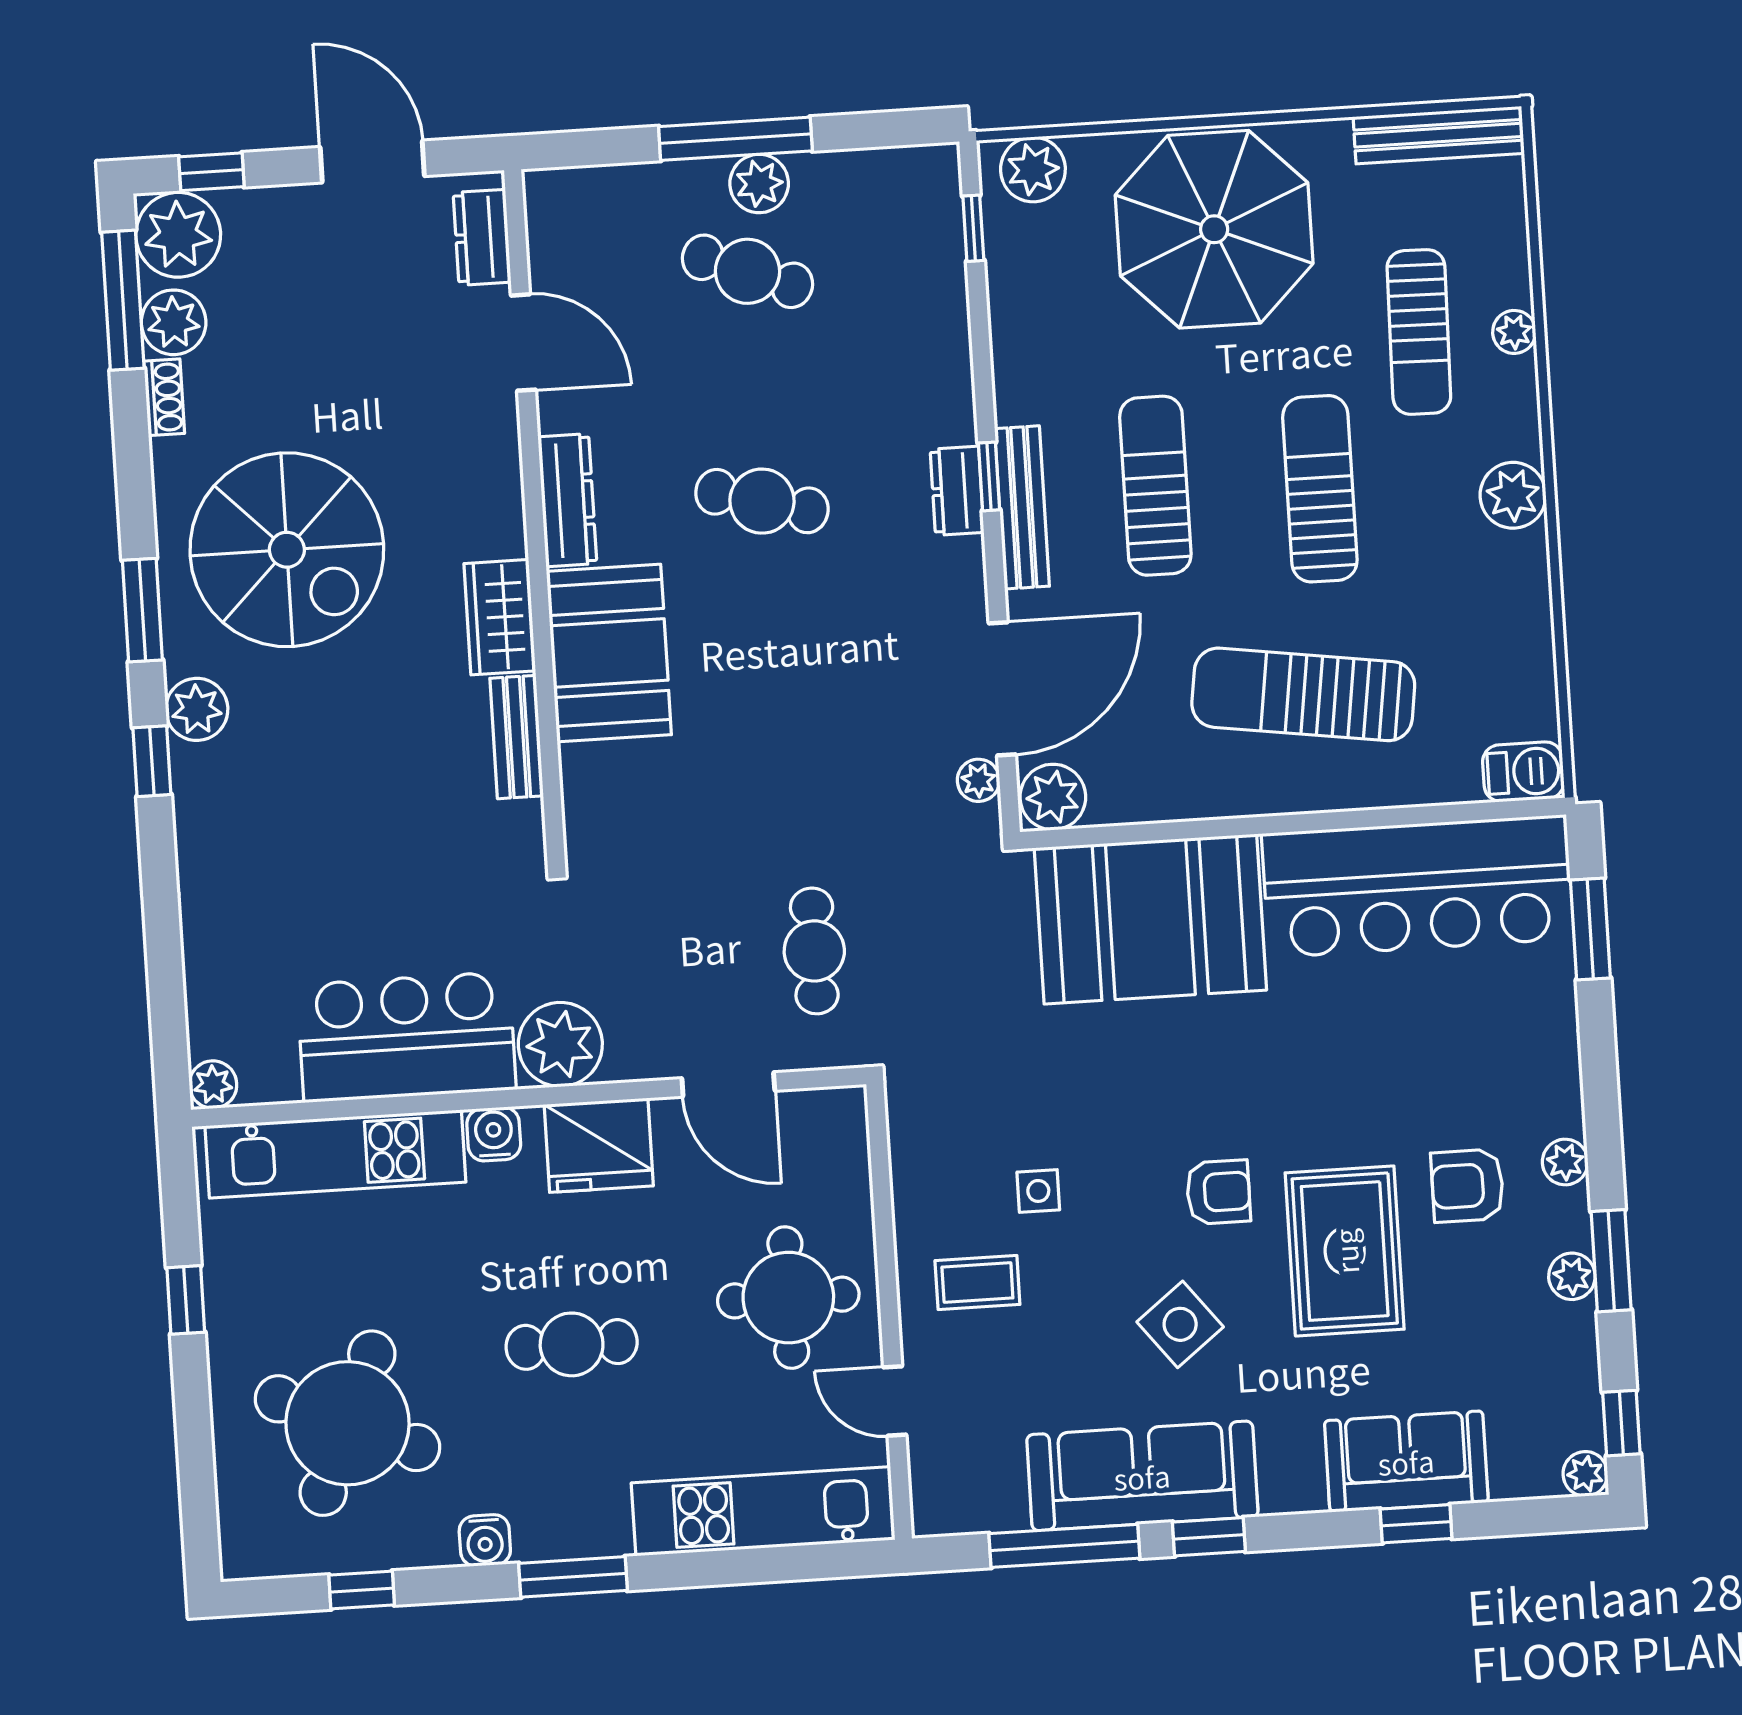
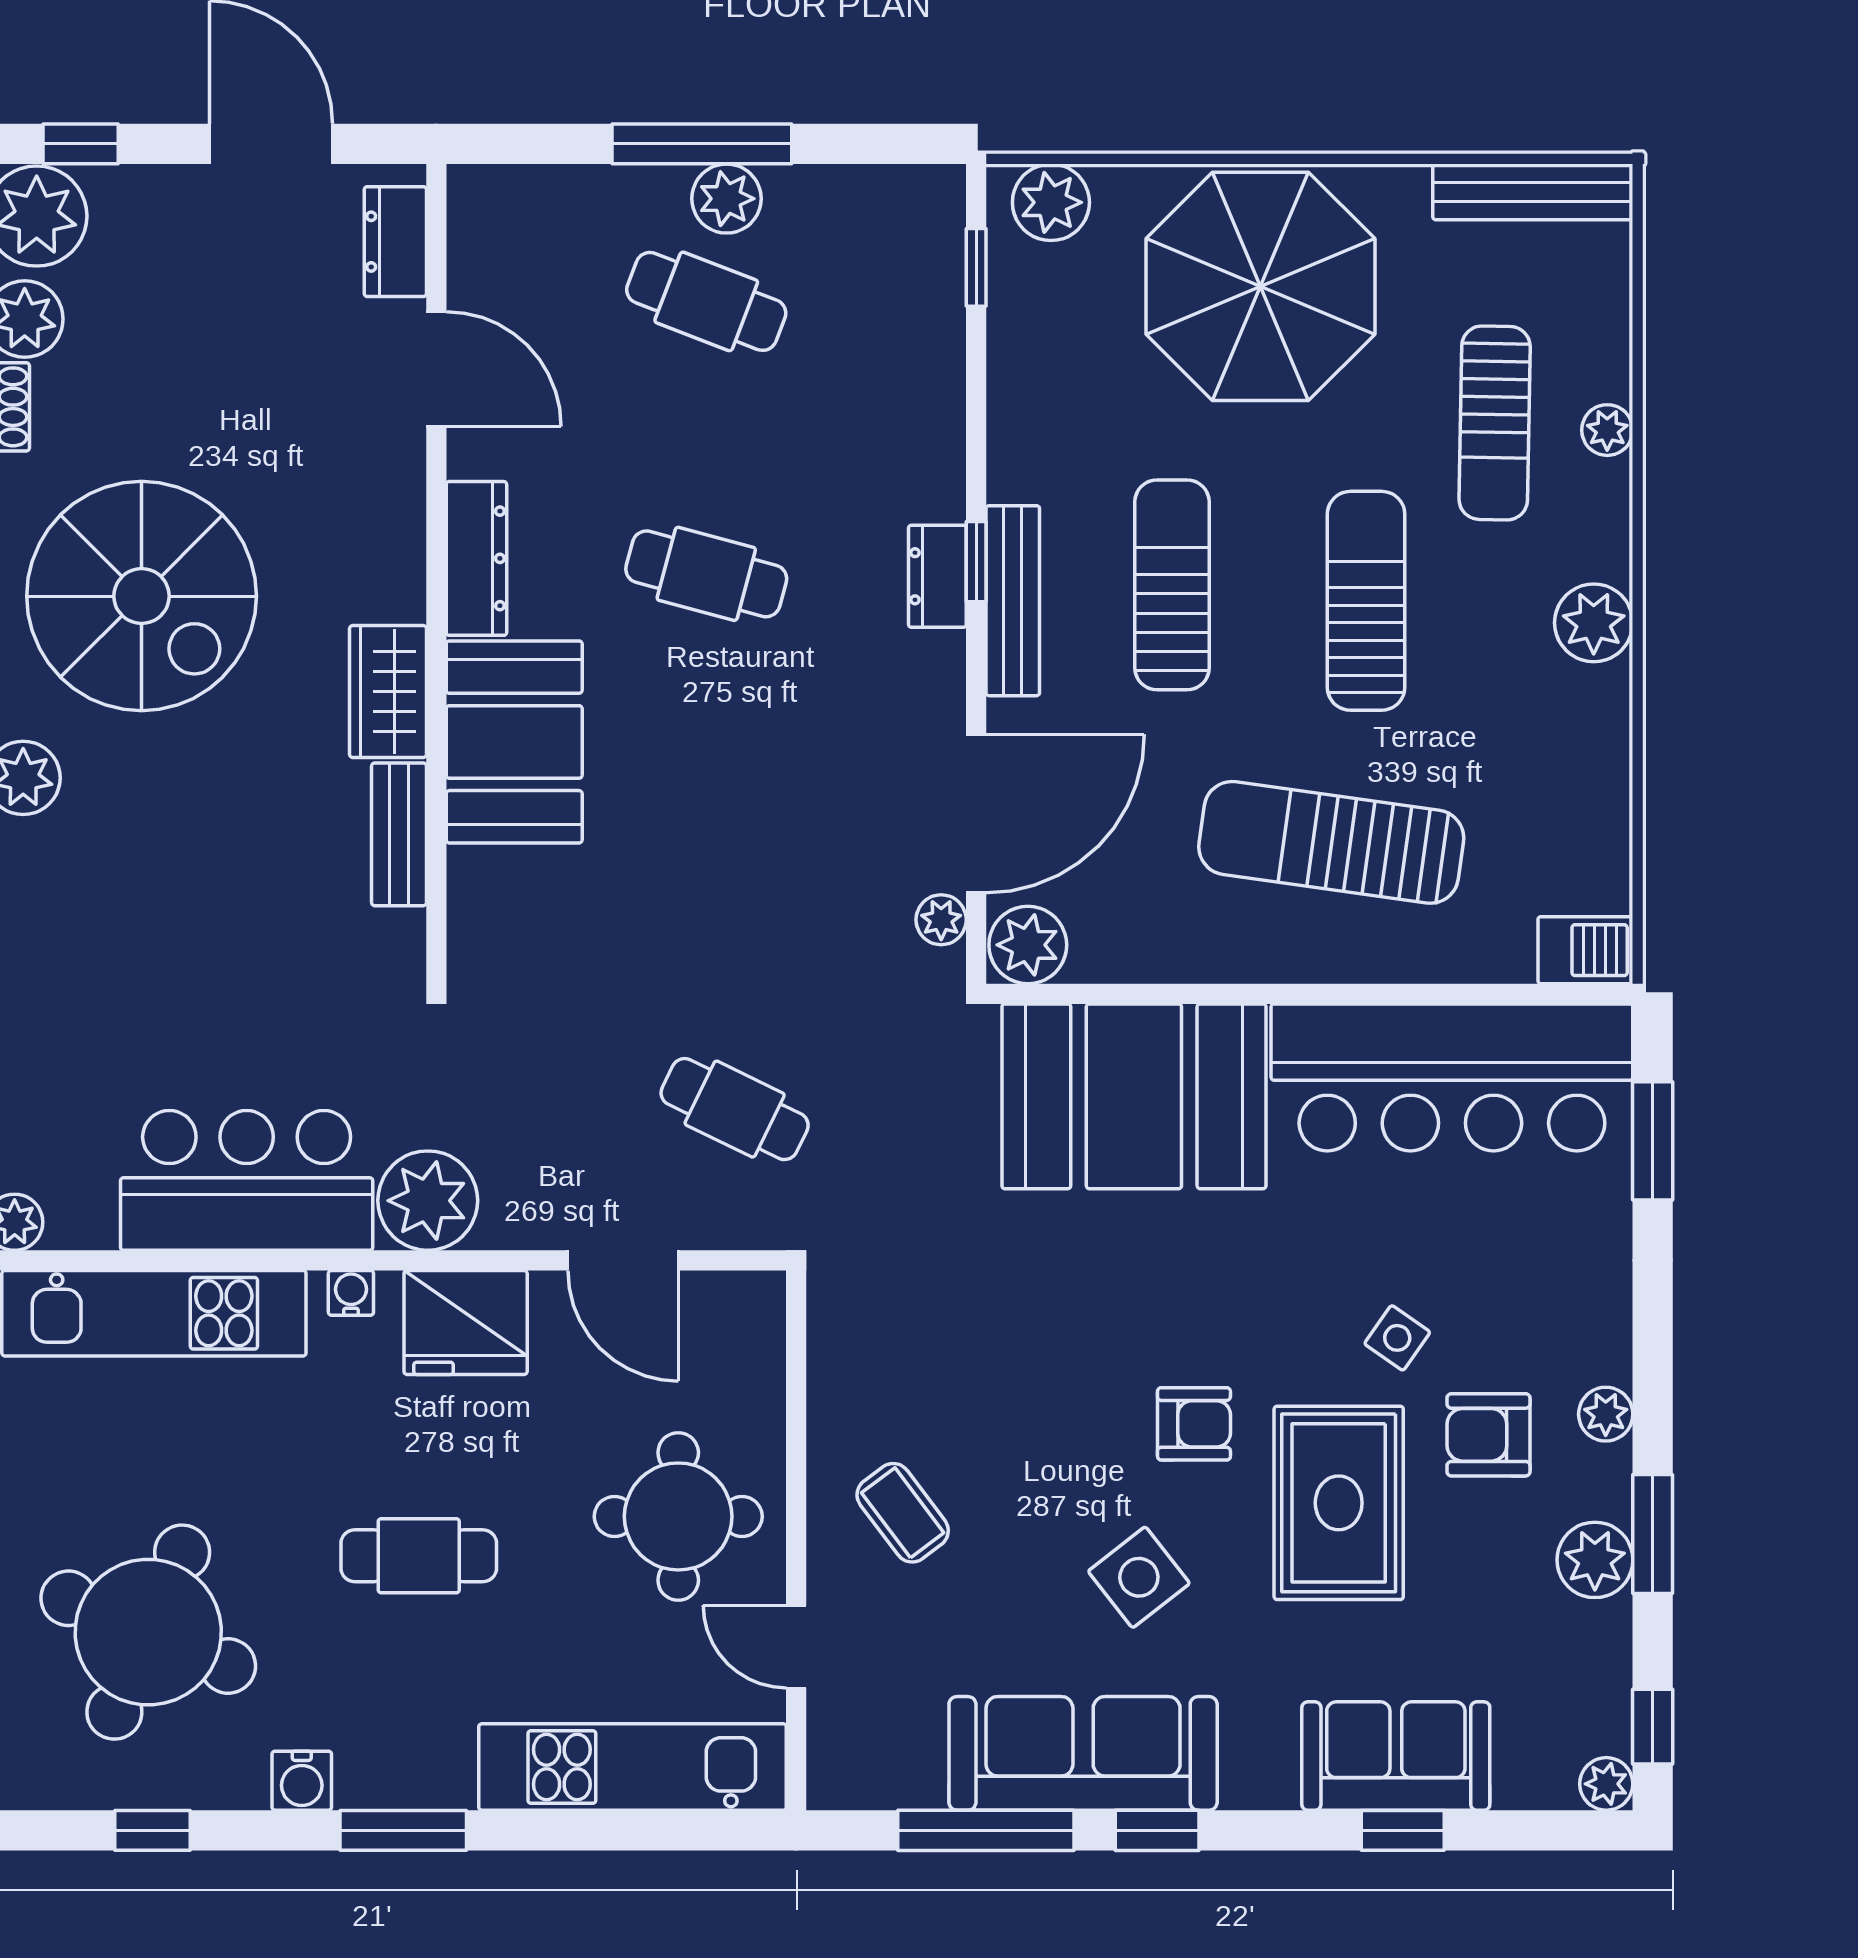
cafe table: (814, 951) -> (735, 1109), turned -64
water cooler: (494, 1134) -> (351, 1293), width x0.72, depth x0.72
side table: (1038, 1191) -> (1397, 1338), moved, turned 35
plant: (1572, 1276) -> (1595, 1560), width x1.38, depth x1.38
coffee table: (977, 1282) -> (903, 1513), turned 53

